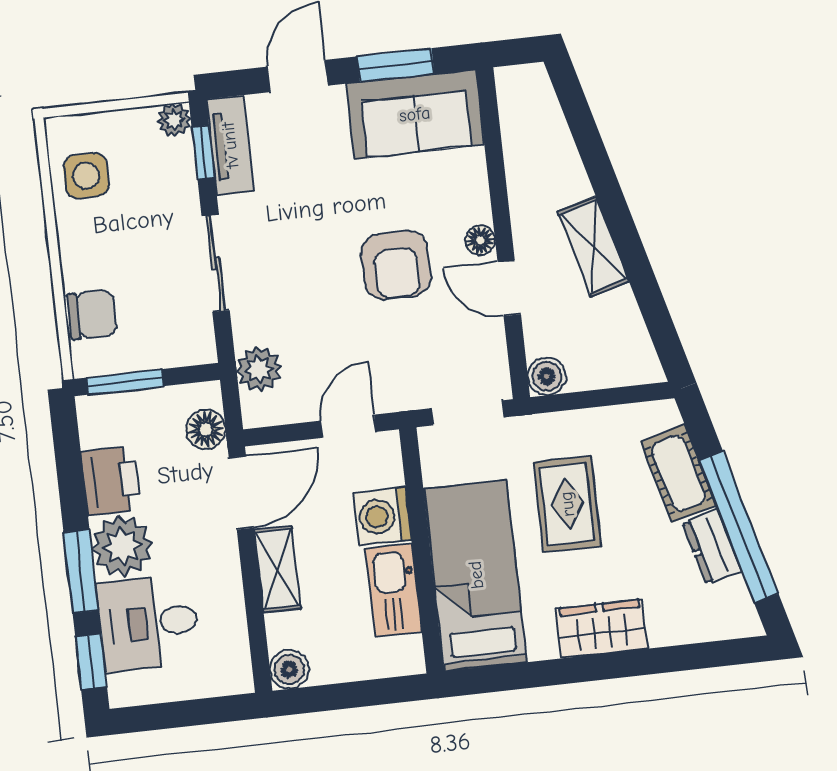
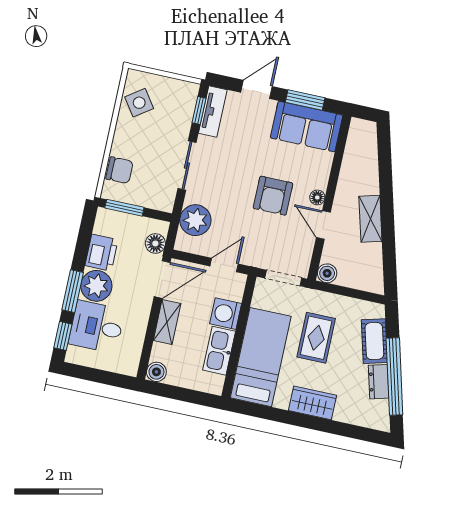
plant: (174, 120) -> (190, 90), removed
side table: (86, 176) -> (139, 103), turned -35
plant: (259, 369) -> (195, 220), width x1.36, depth x1.36

